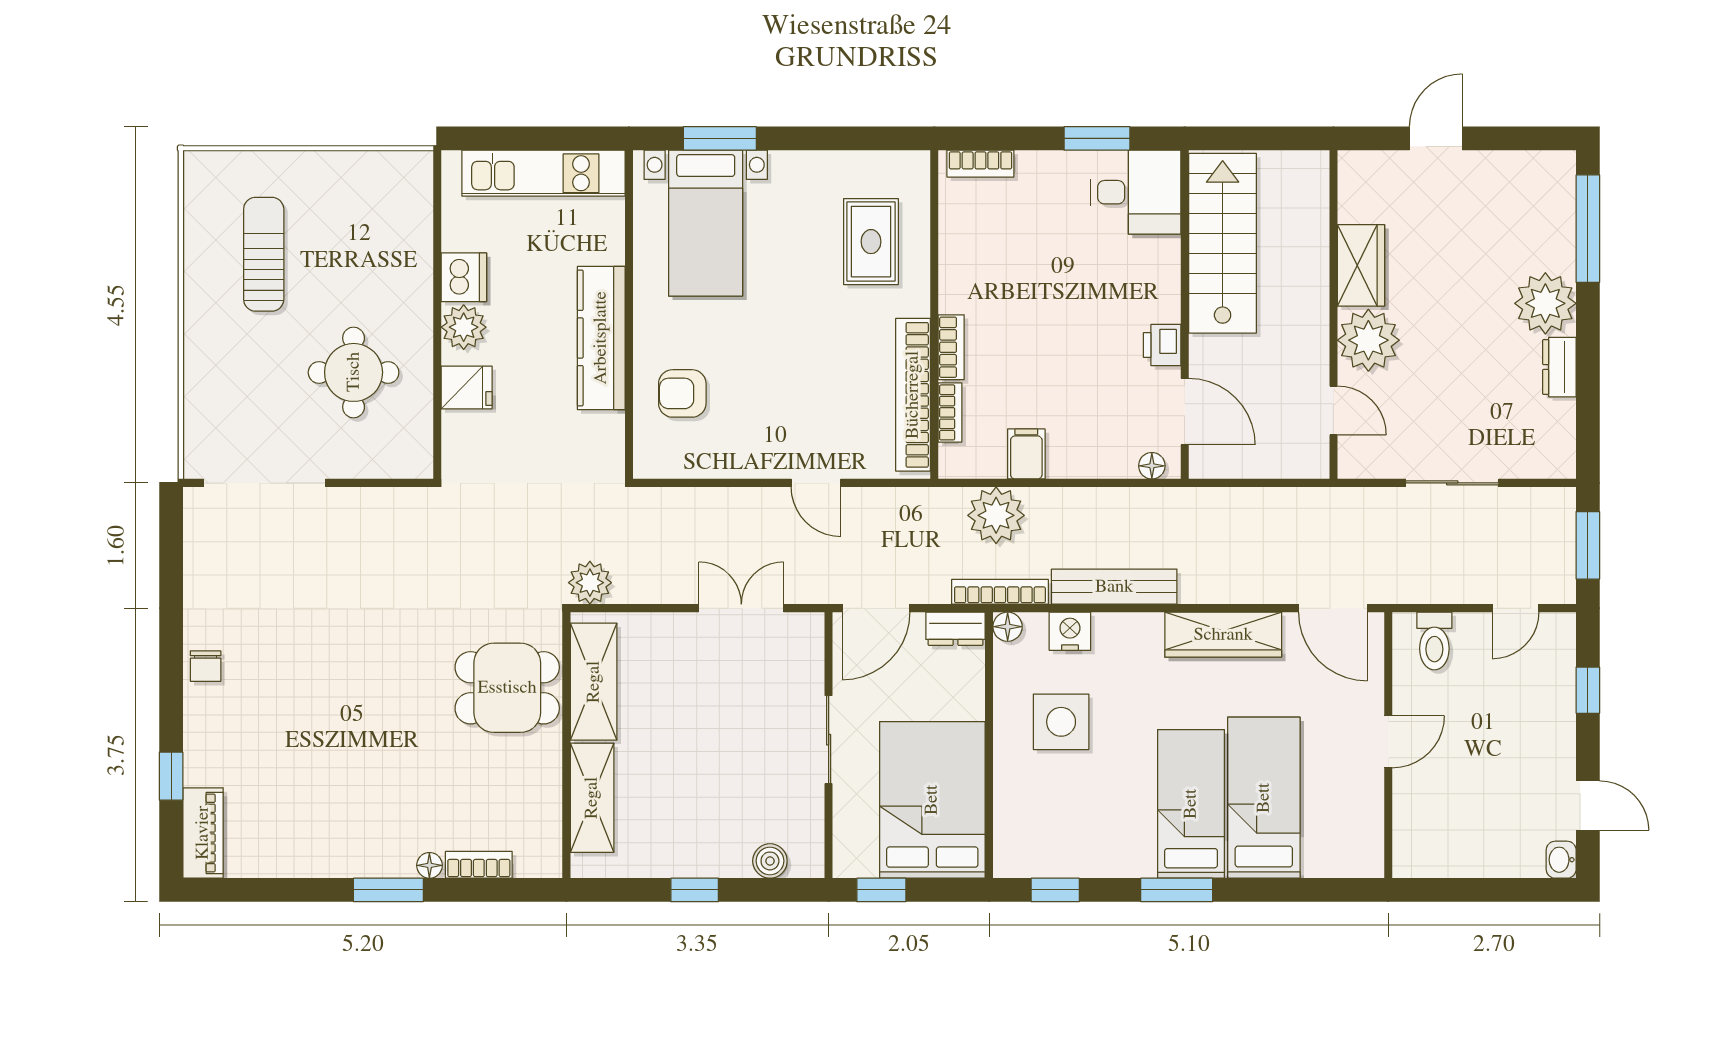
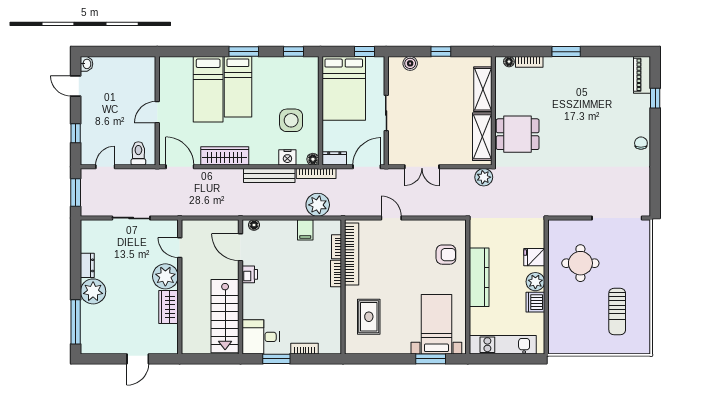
bookcase: (980, 164) -> (304, 349), moved
floor lamp: (429, 865) -> (509, 62), moved

